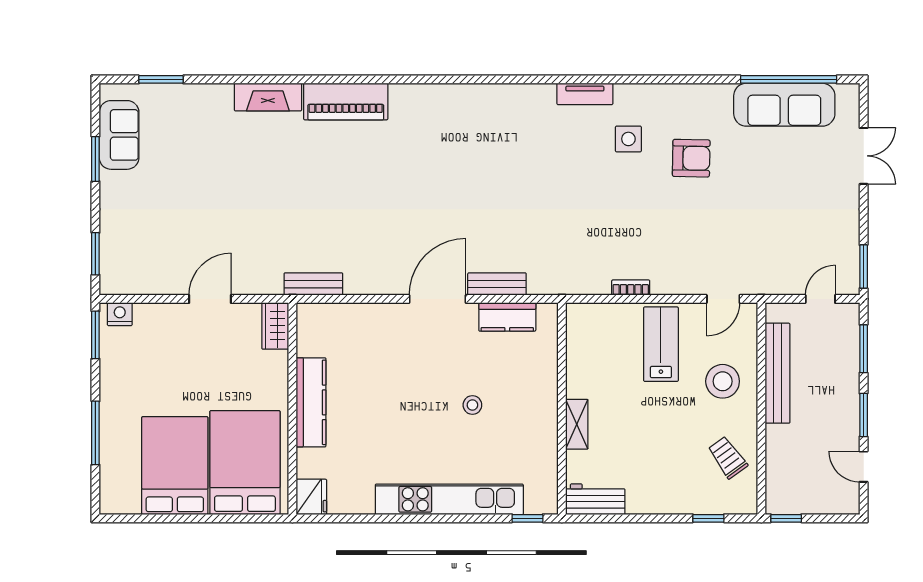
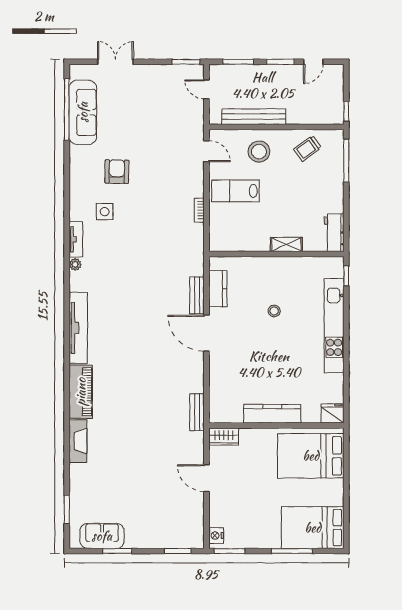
plant: (545, 93) -> (75, 264), added
tv unit: (446, 98) -> (78, 328), added
bed: (175, 466) -> (313, 528), moved
window: (708, 518) -> (346, 161), width x2.17

